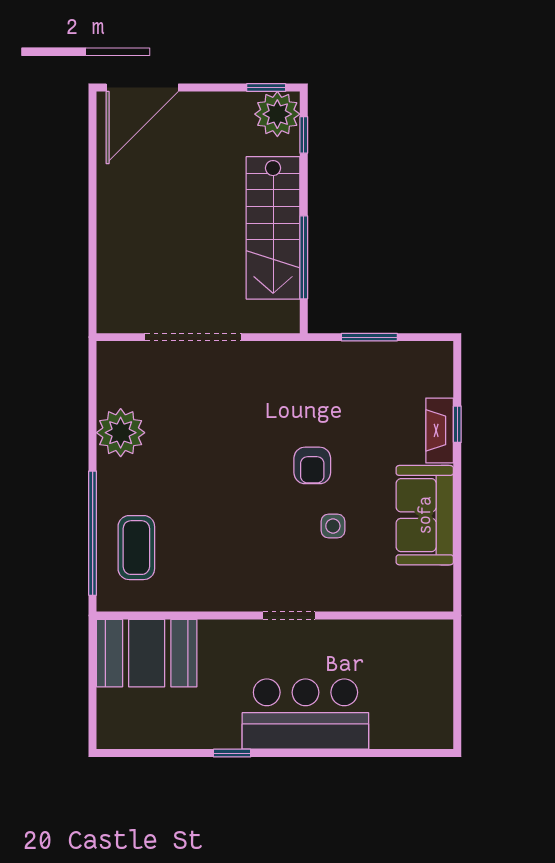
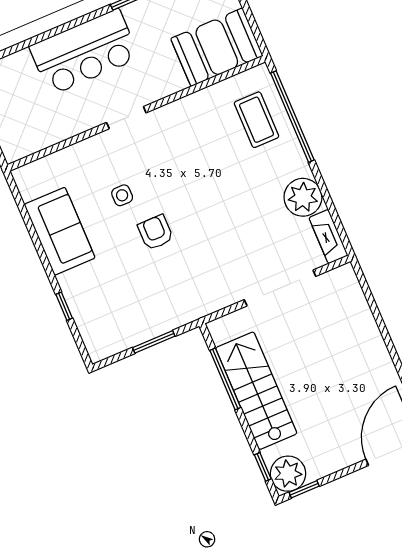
fireplace: (440, 430) -> (328, 237), moved, turned 180

